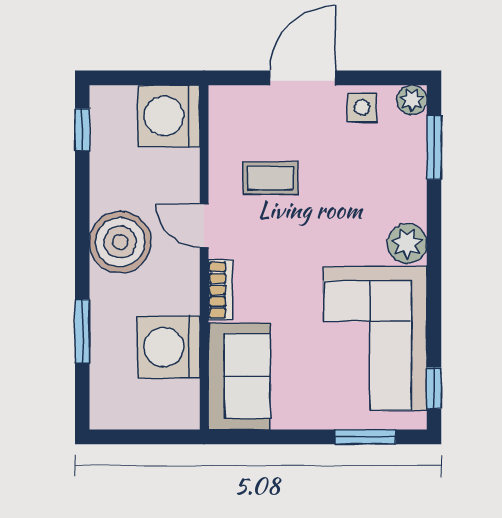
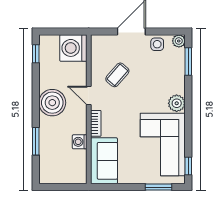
coffee table: (270, 178) -> (117, 75), turned -49
washing machine: (169, 347) -> (80, 142), width x0.53, depth x0.53

